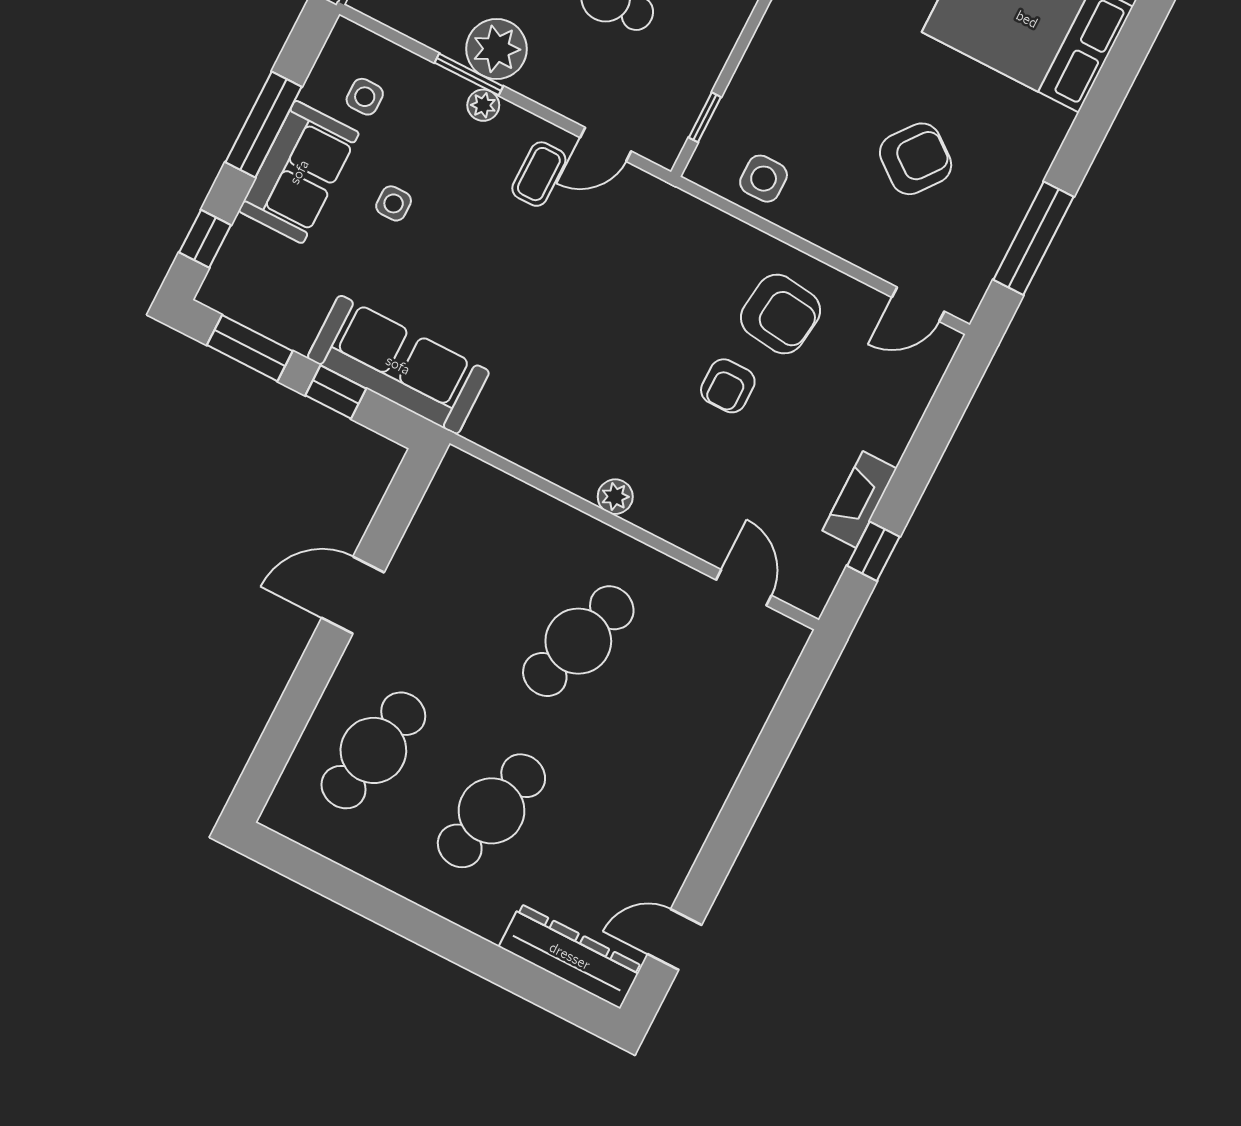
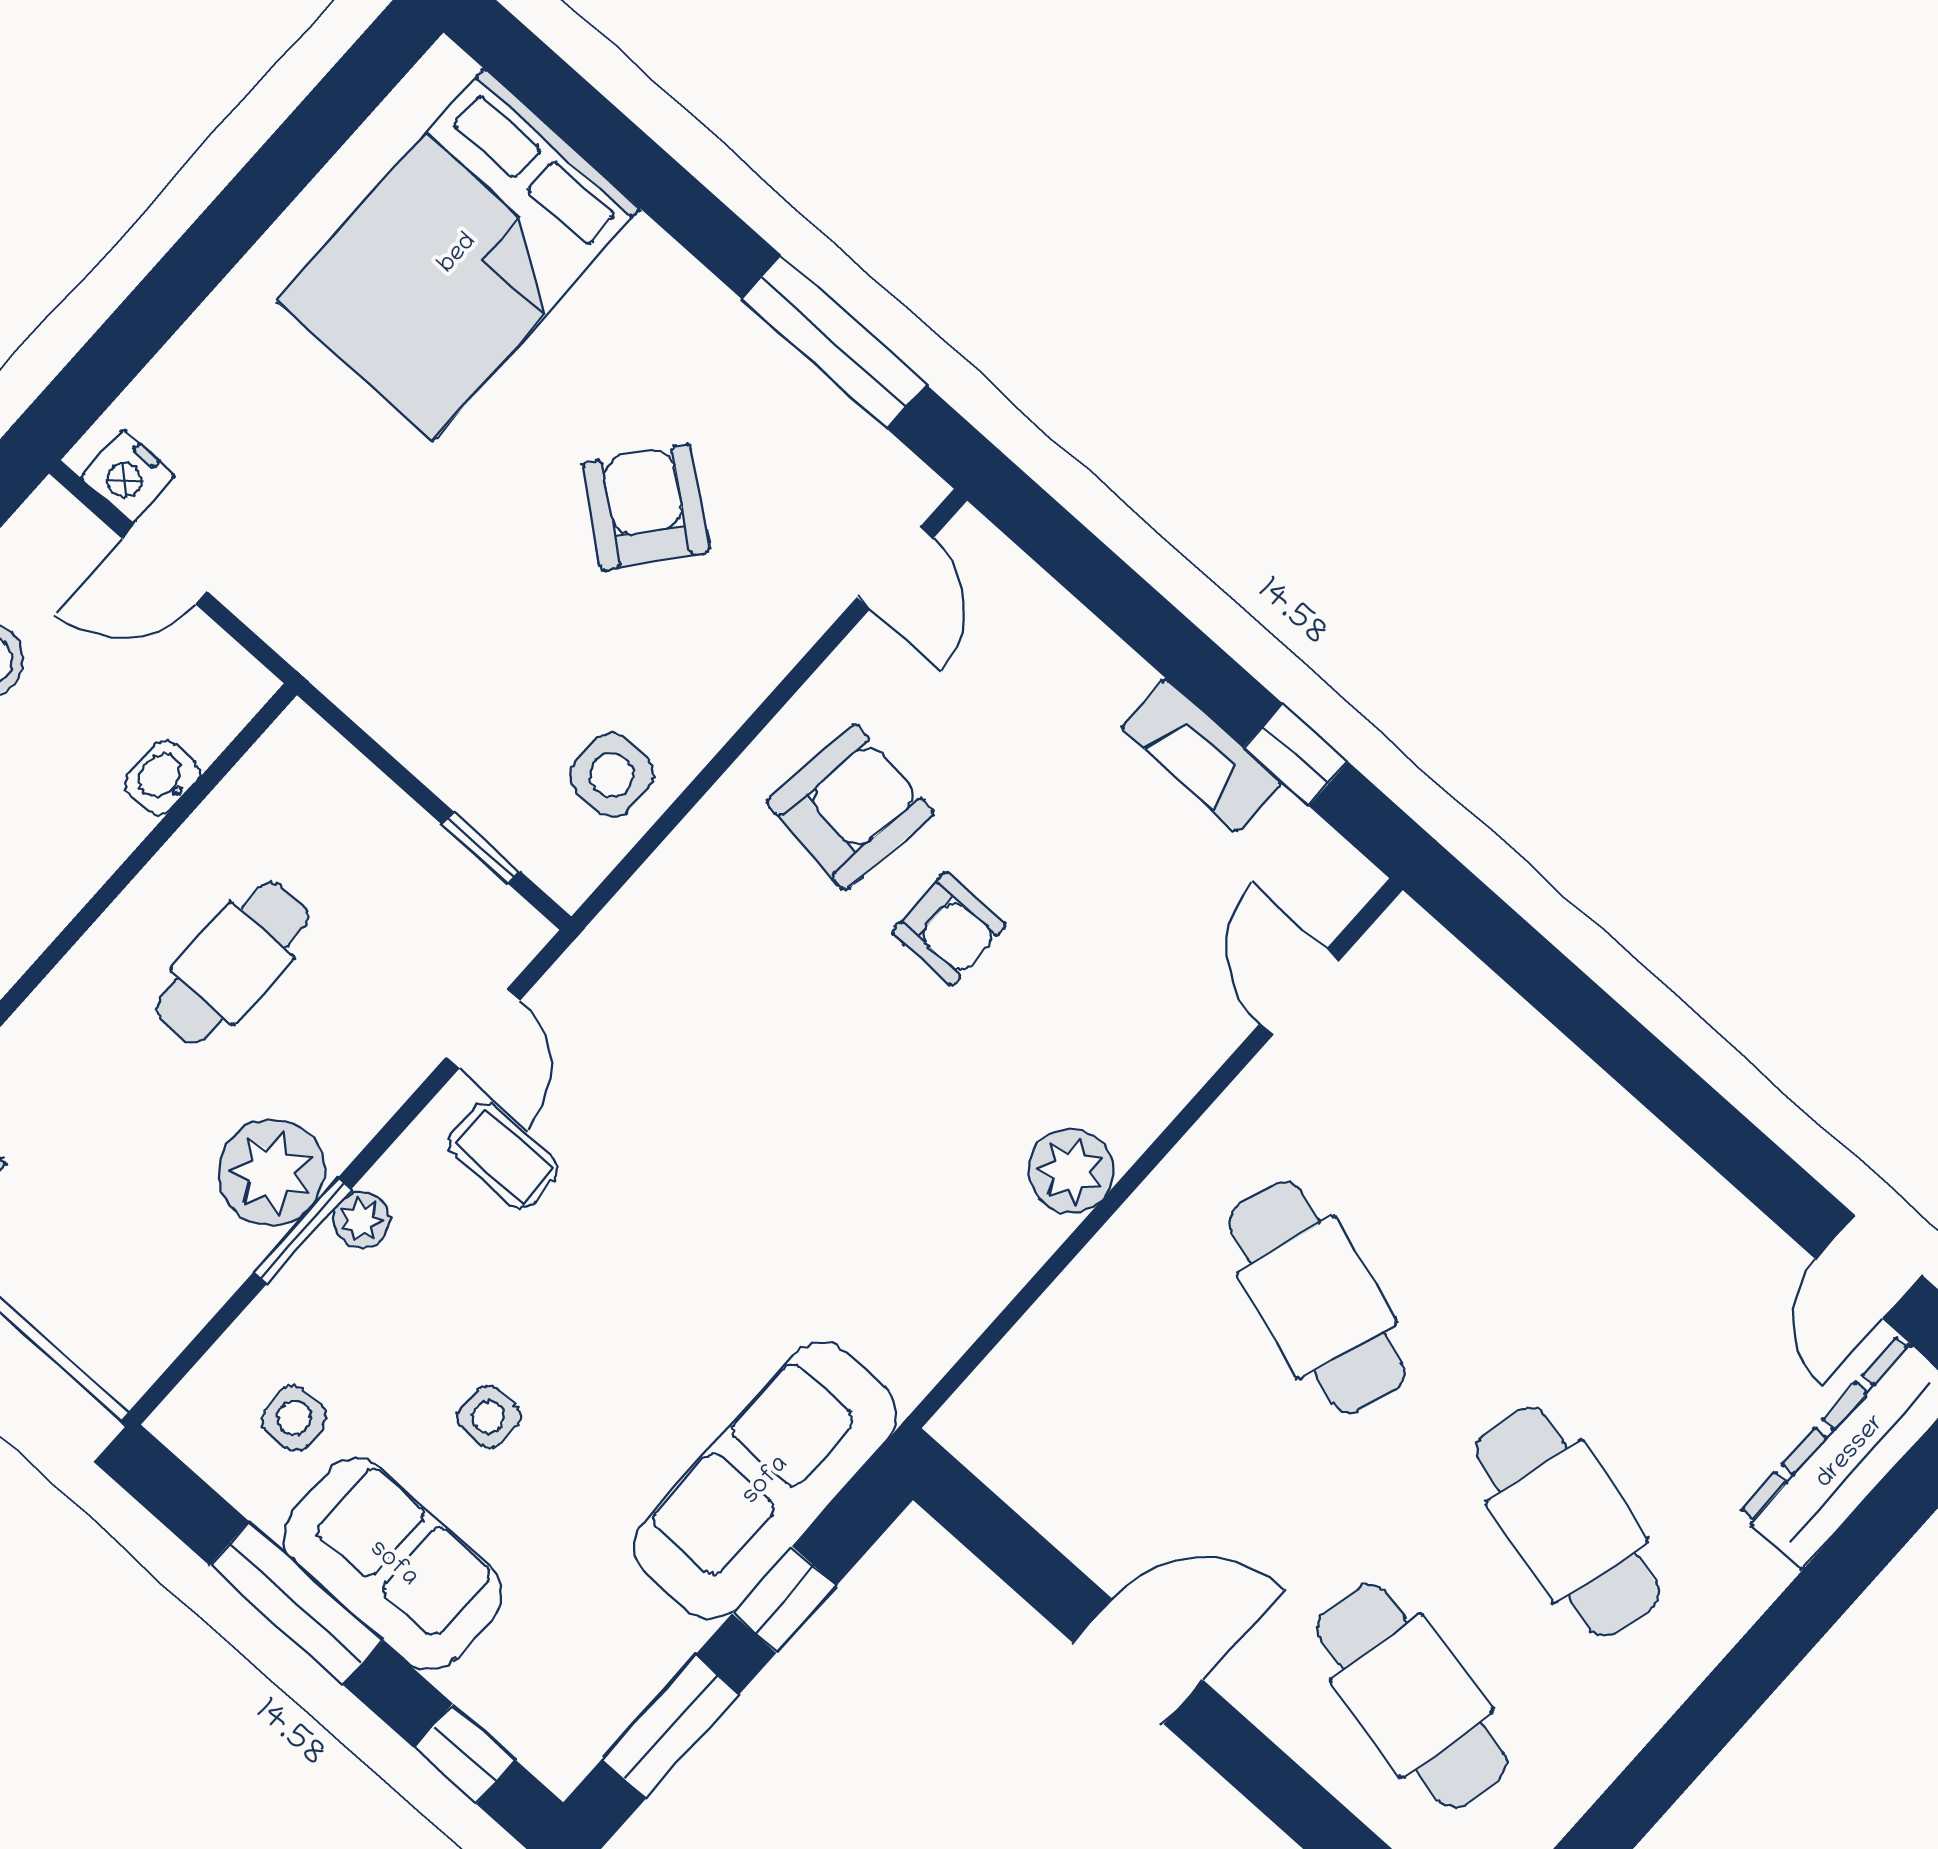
plant: (615, 497) -> (1071, 1171), width x1.38, depth x1.38
door: (744, 588) -> (1300, 992), hinge flipped
door: (353, 595) -> (1138, 1661), swing flipped

